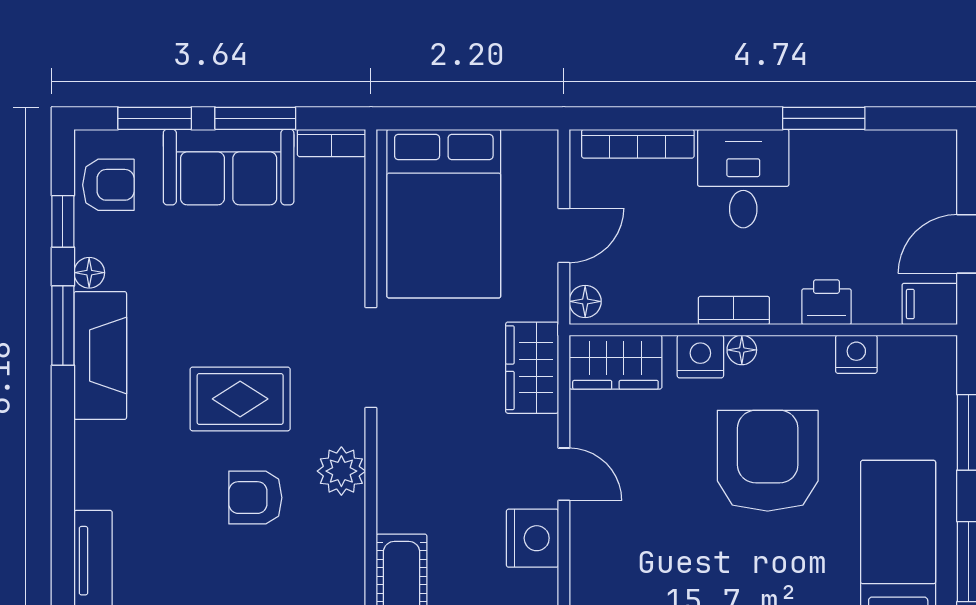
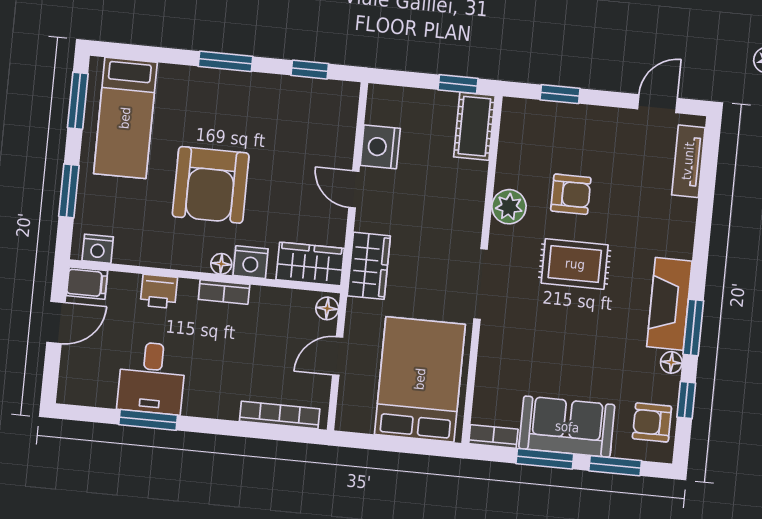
desk: (743, 179) -> (152, 378), moved
nightstand: (856, 354) -> (98, 249), moved

